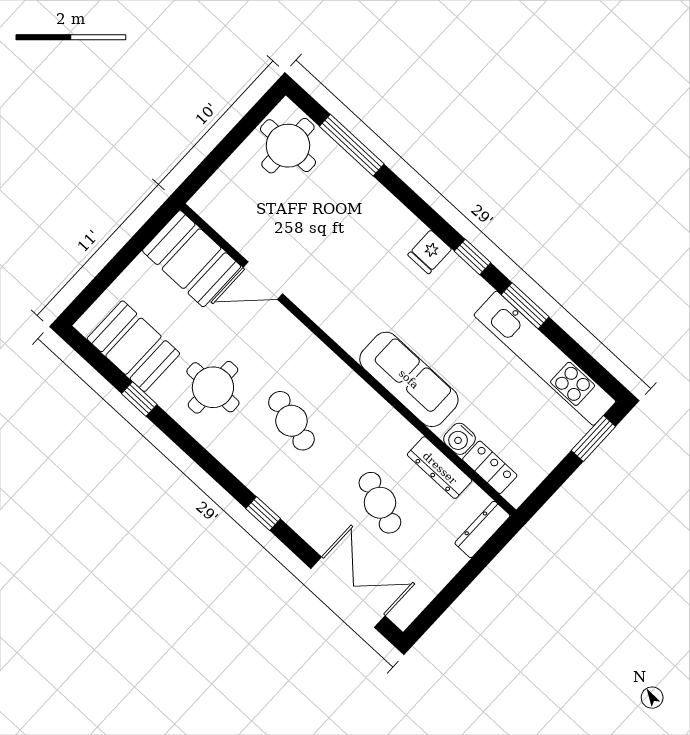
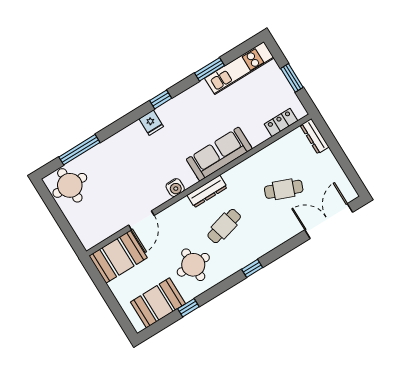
window: (525, 306) -> (209, 69), moved
kitchen unit: (545, 358) -> (239, 68), width x0.73
cafe table: (291, 421) -> (224, 226), turned -30
window: (593, 438) -> (292, 78), moved
water cooler: (459, 439) -> (175, 188), moved
dresser: (440, 468) -> (207, 191), moved
window: (263, 514) -> (252, 268), moved

